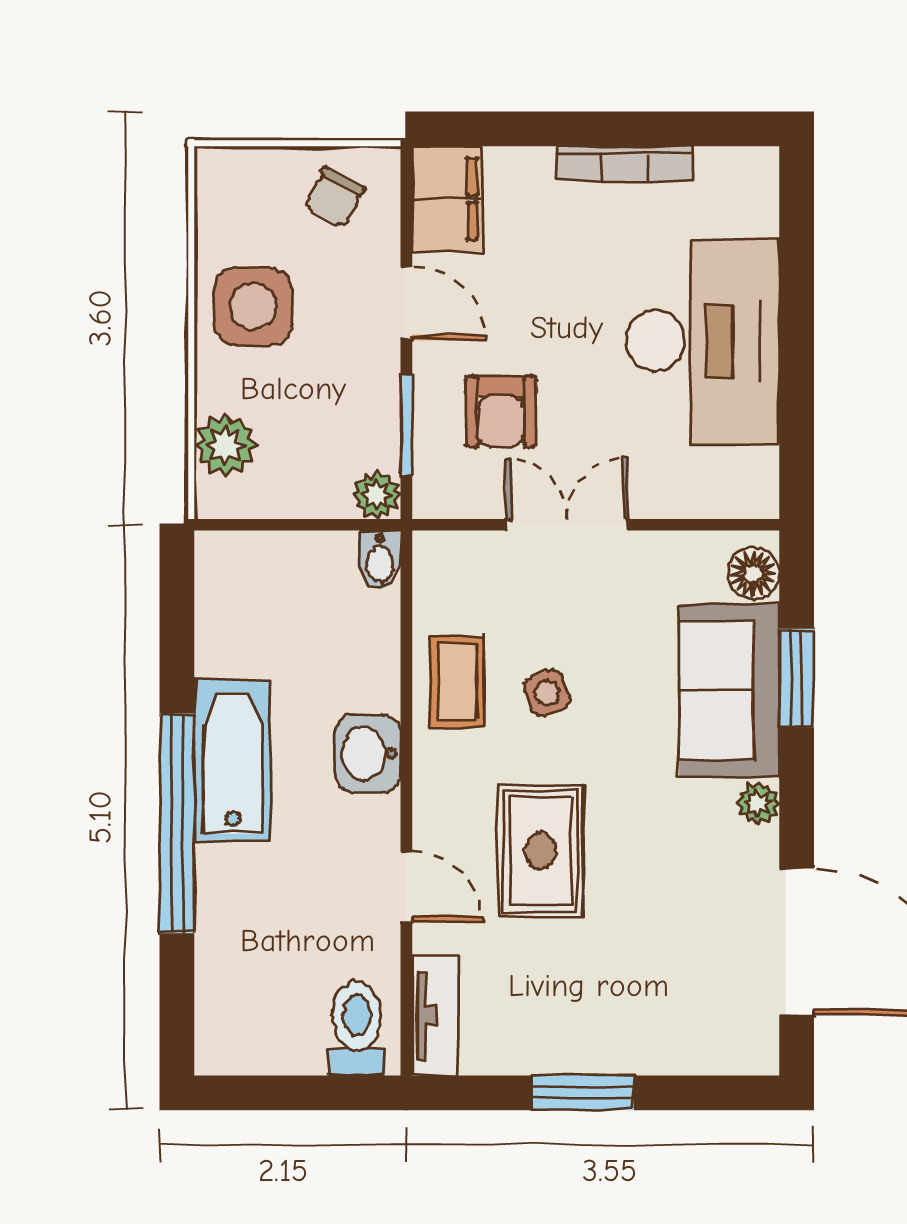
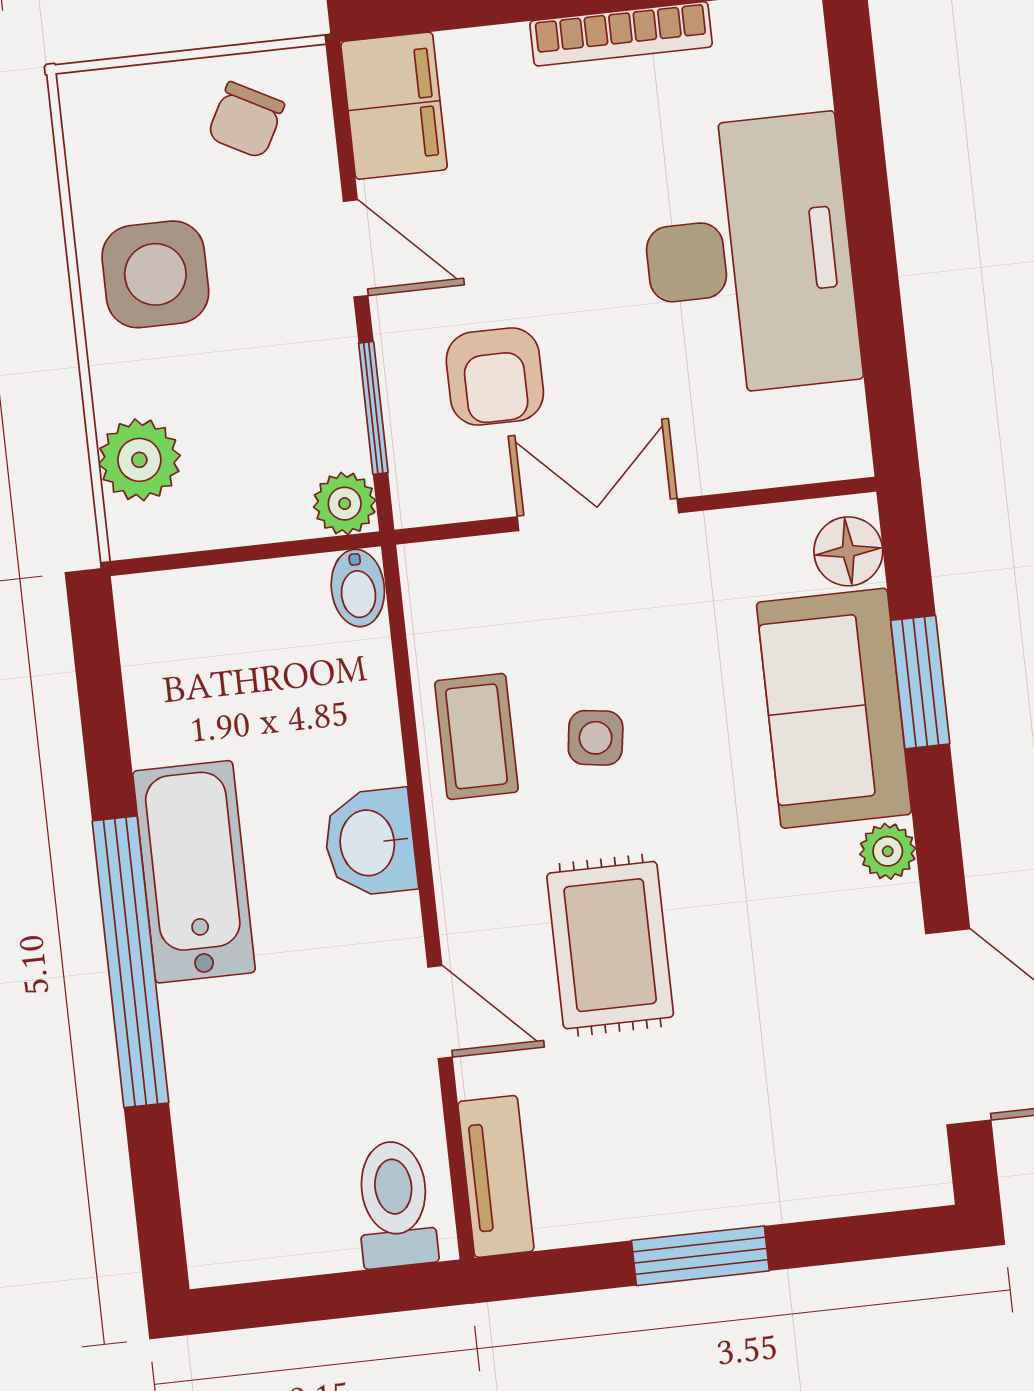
side table: (547, 693) -> (596, 738), turned 30

